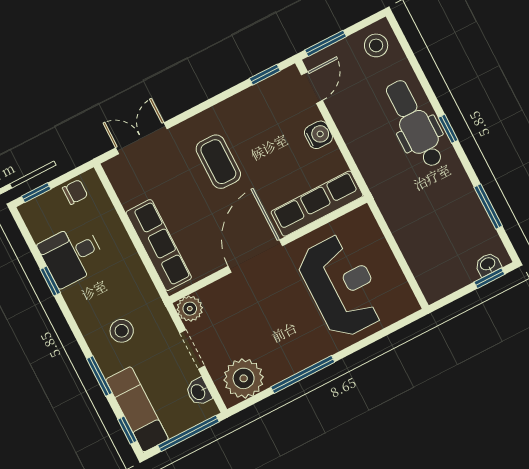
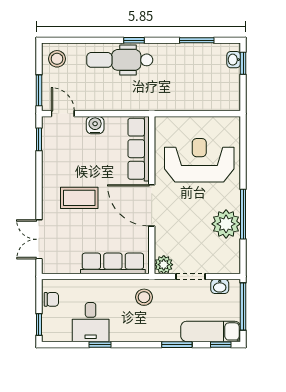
chair: (75, 192) -> (51, 299), turned 90
stool: (122, 331) -> (144, 297), moved
plant: (244, 378) -> (226, 224), moved

